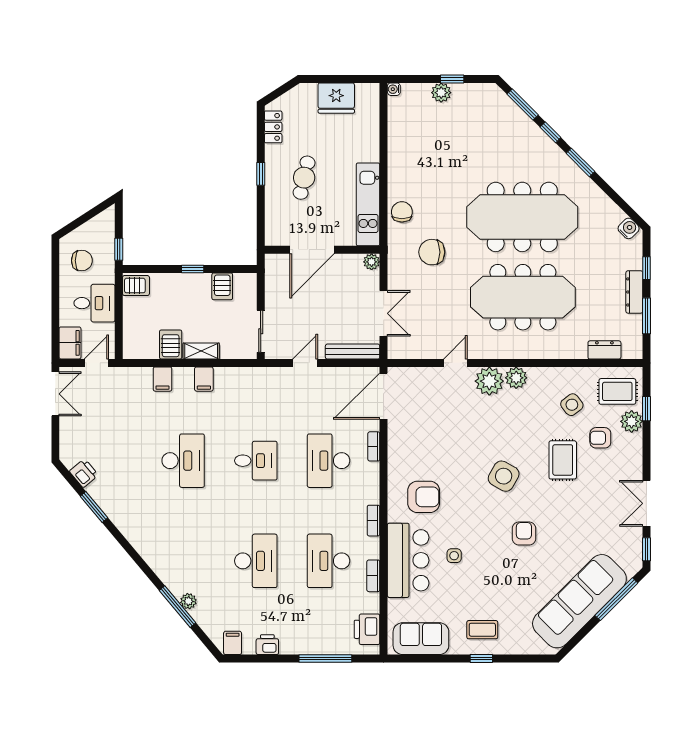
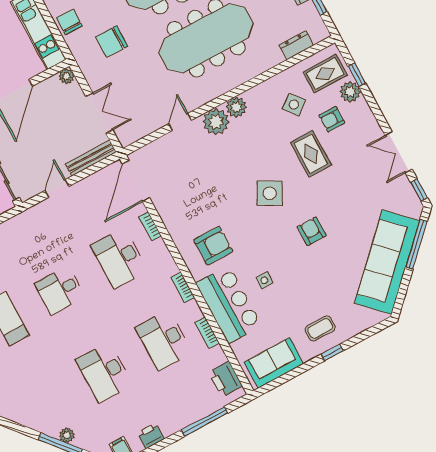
desk: (256, 461) -> (60, 290), turned 180
desk: (256, 561) -> (104, 372), turned 180

